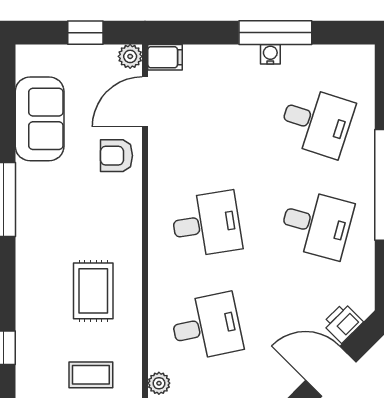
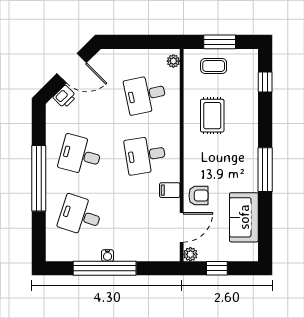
window: (275, 33) -> (105, 268), width x1.46
filing cabinet: (165, 57) -> (170, 190), moved

